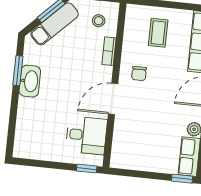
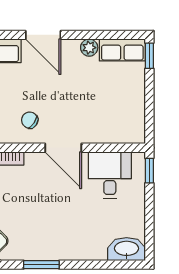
chair: (139, 73) -> (30, 120), turned -147
washbasin: (30, 81) -> (127, 249), moved

